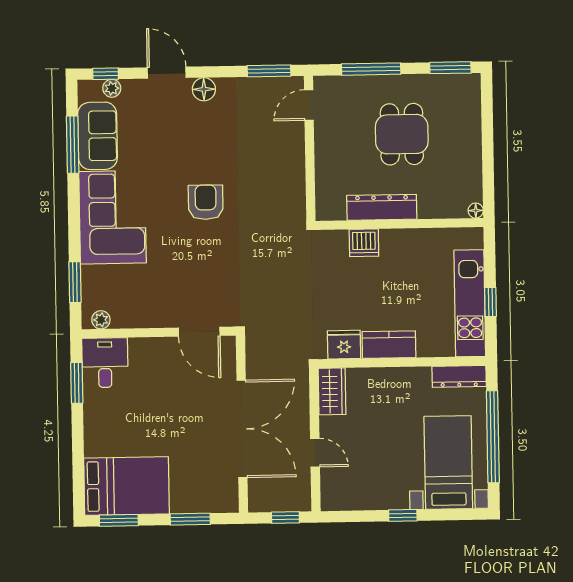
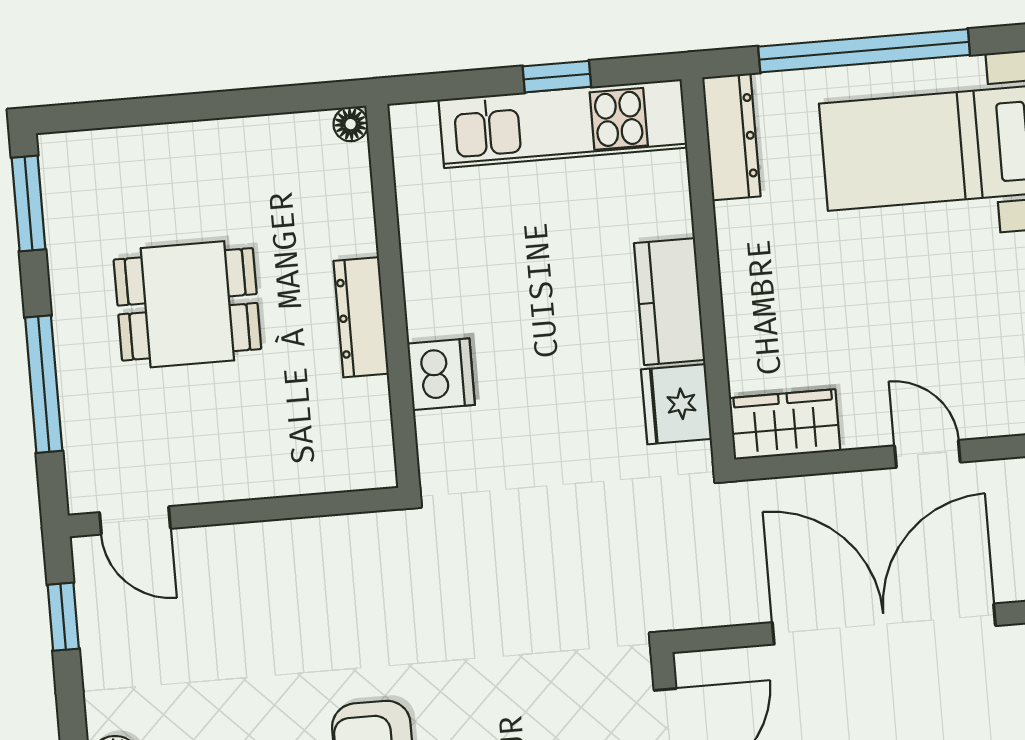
window: (269, 71) -> (63, 617), width x0.67
dresser: (382, 207) -> (361, 317), width x0.73, depth x0.80
door: (315, 453) -> (927, 454), hinge flipped

